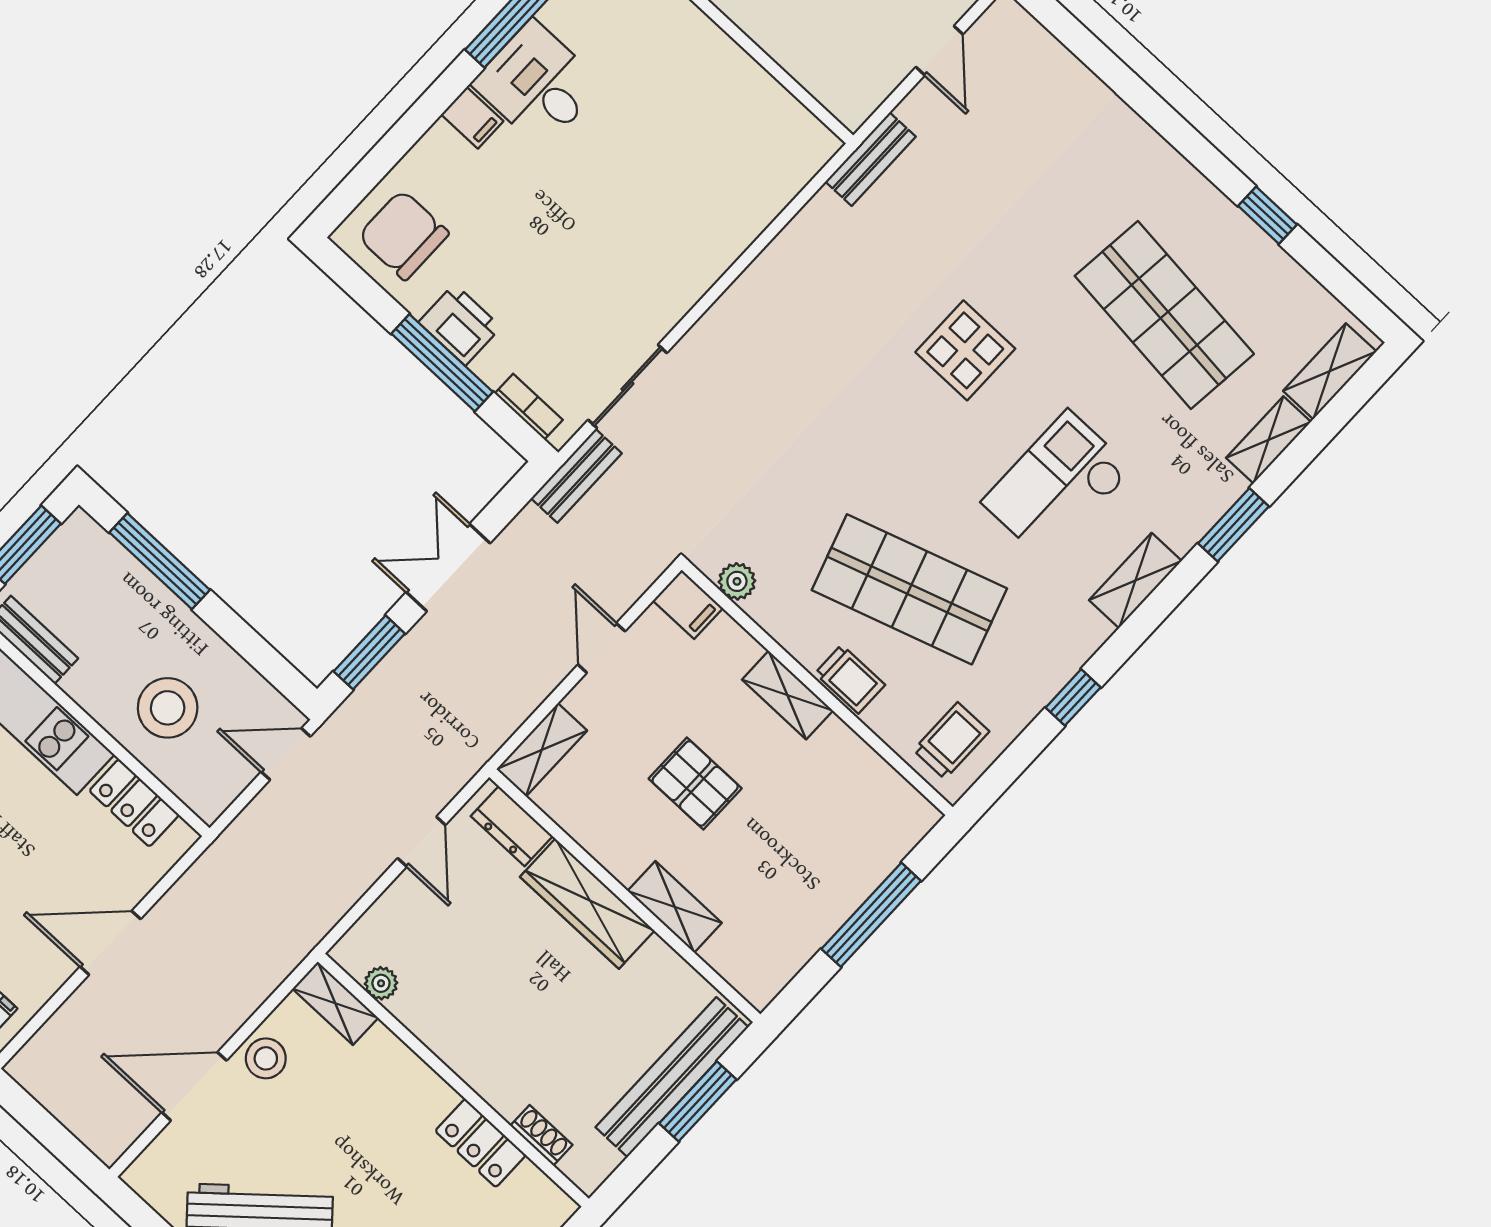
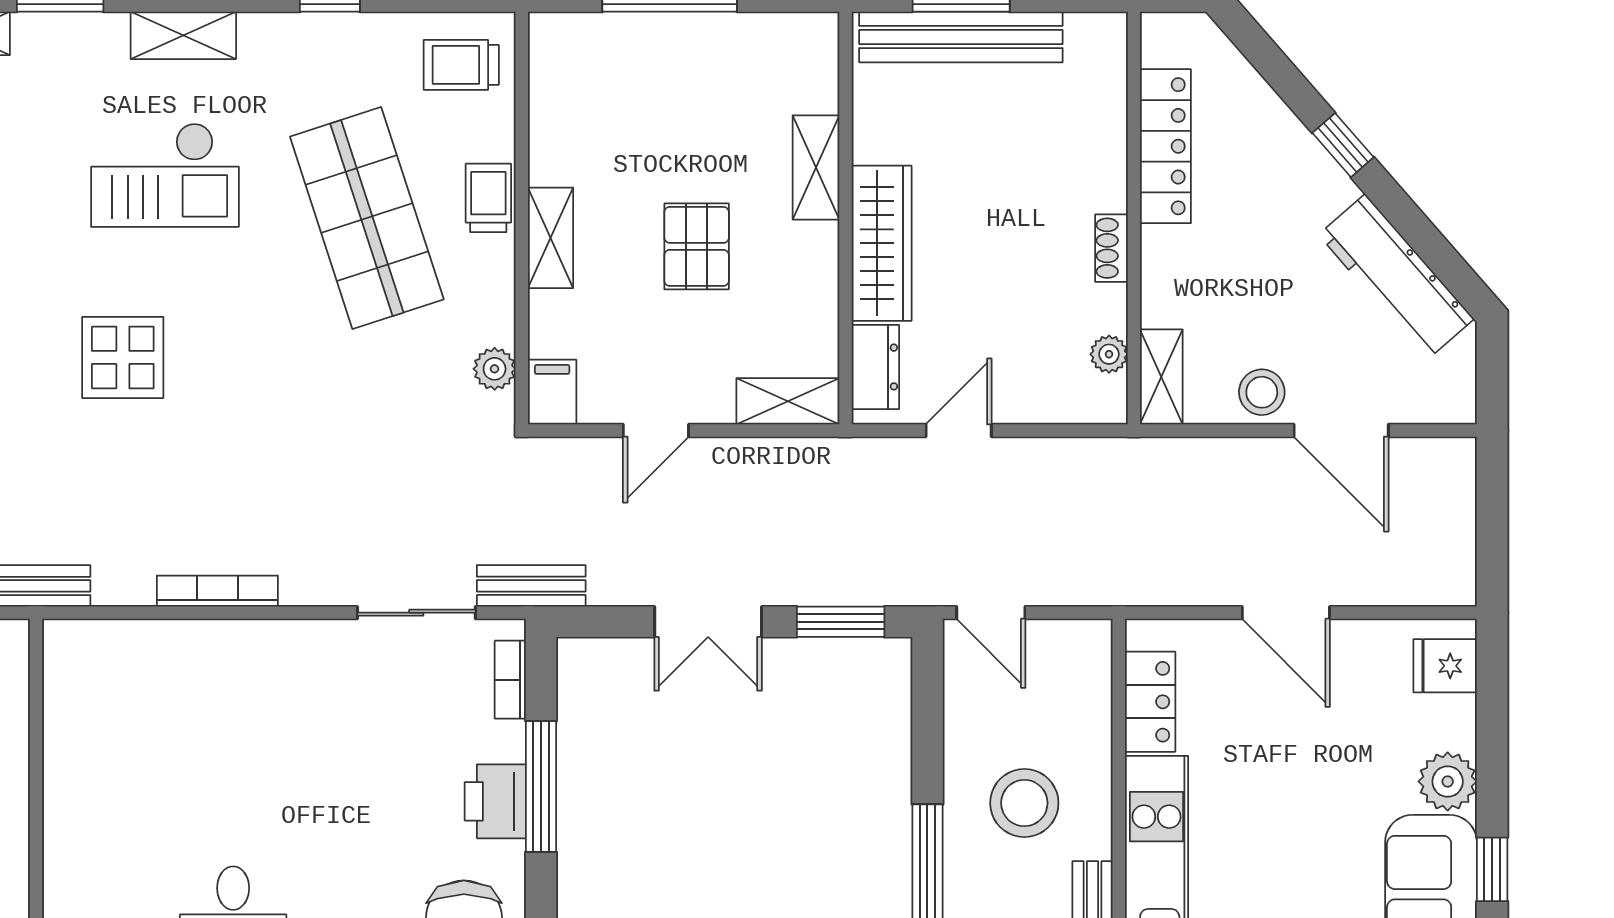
bookcase: (760, 272) -> (217, 591), added
stool: (168, 708) -> (1024, 803), moved
shoe rack: (541, 1135) -> (1111, 248), moved
locker: (480, 1143) -> (1165, 146), width x1.53

